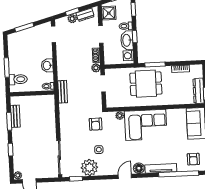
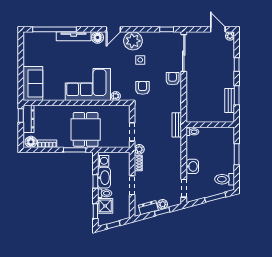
shower: (109, 13) -> (105, 206), moved
washbasin: (47, 65) -> (192, 166), moved
floor lamp: (195, 70) -> (31, 142), added
toilet: (18, 79) -> (225, 179), moved
dining table: (146, 84) -> (86, 129), turned 90
armchair: (193, 159) -> (173, 79), moved
plant: (89, 168) -> (133, 41), moved

